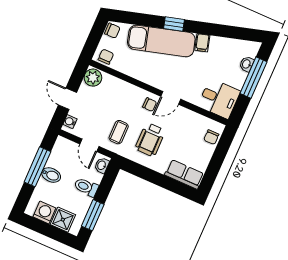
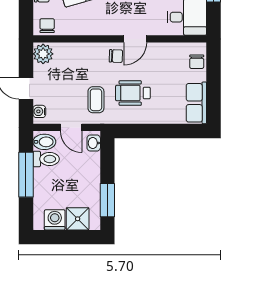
wheelchair: (150, 140) -> (133, 93), turned 90
row of seats: (184, 174) -> (196, 103), moved, turned -90
bidet: (51, 175) -> (44, 142), moved
toilet: (86, 187) -> (46, 159), moved, turned 180

